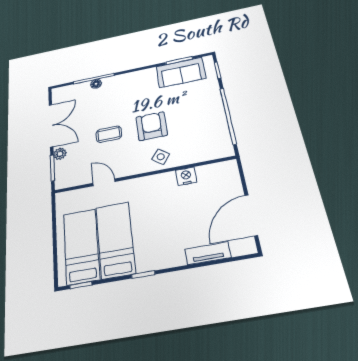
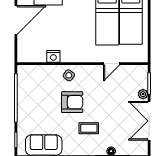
armchair: (152, 126) -> (72, 102), turned -90
coffee table: (109, 134) -> (89, 128), moved
door: (104, 182) -> (112, 64), hinge flipped

